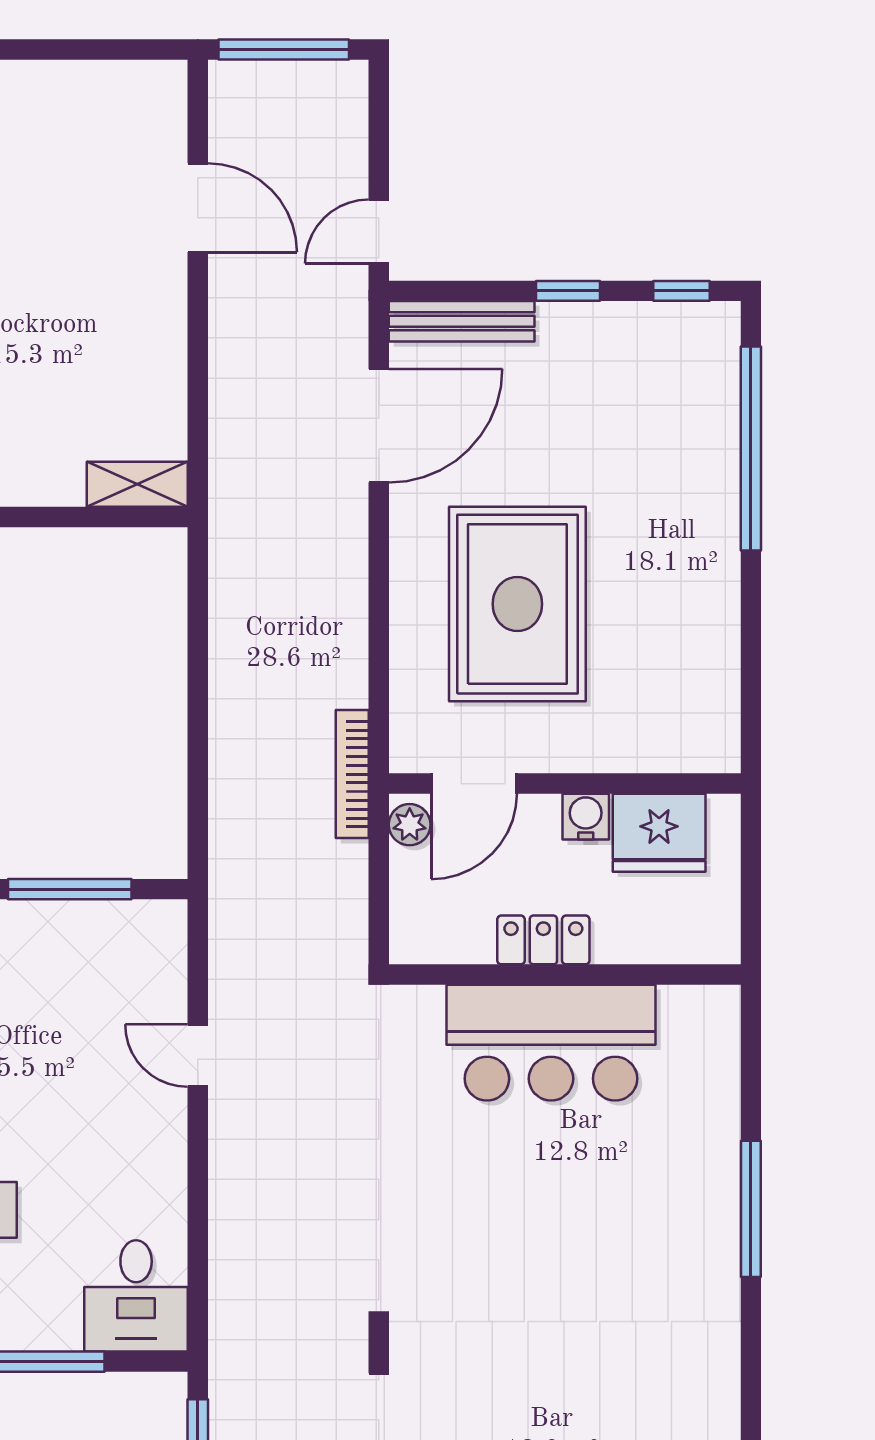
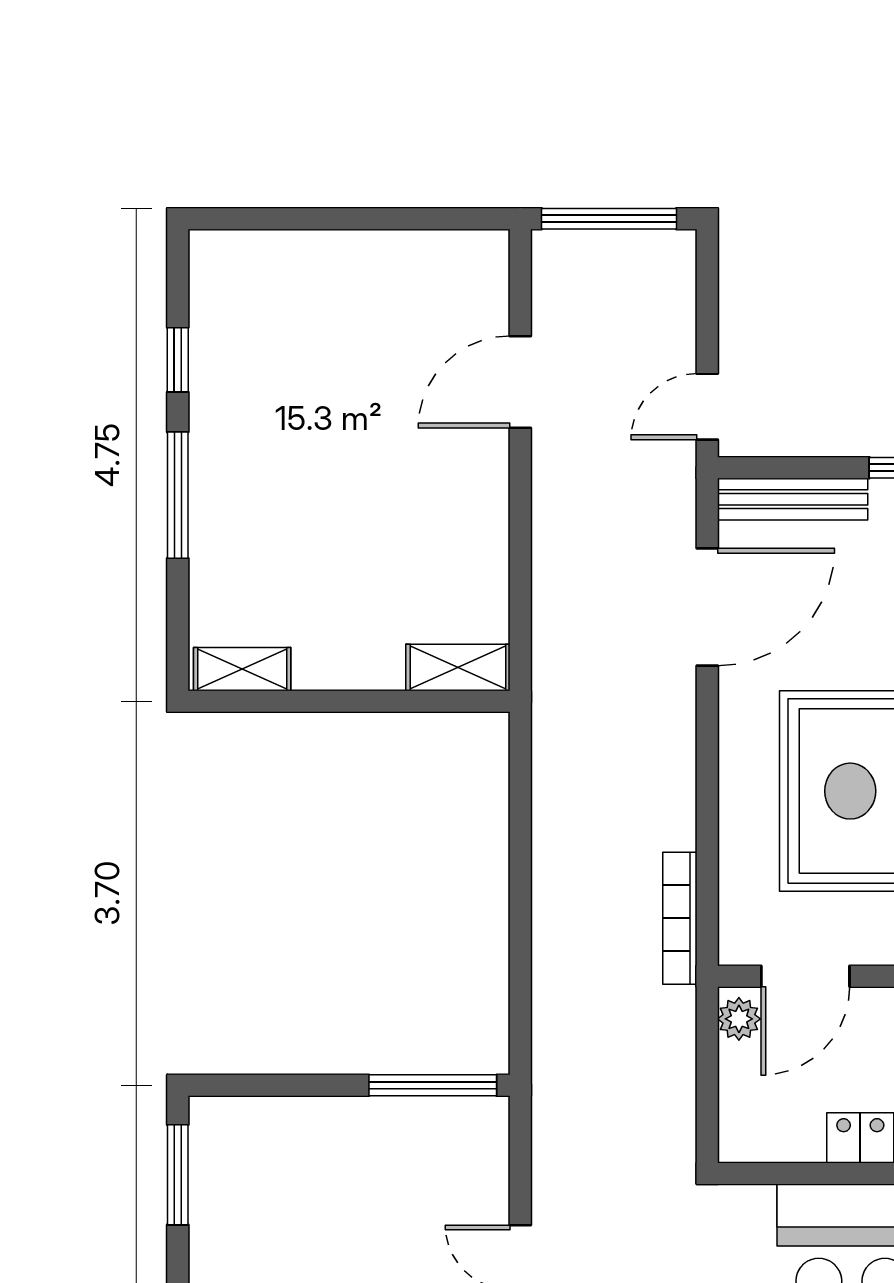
door: (198, 208) -> (520, 382), swing flipped
bookcase: (352, 774) -> (680, 918), moved
window: (70, 889) -> (433, 1085), moved

